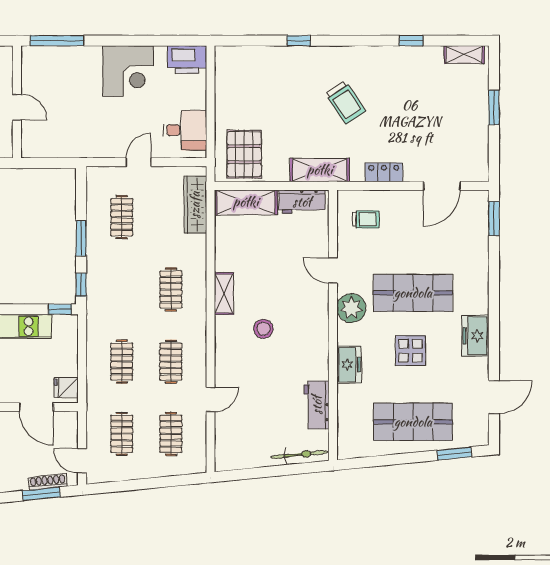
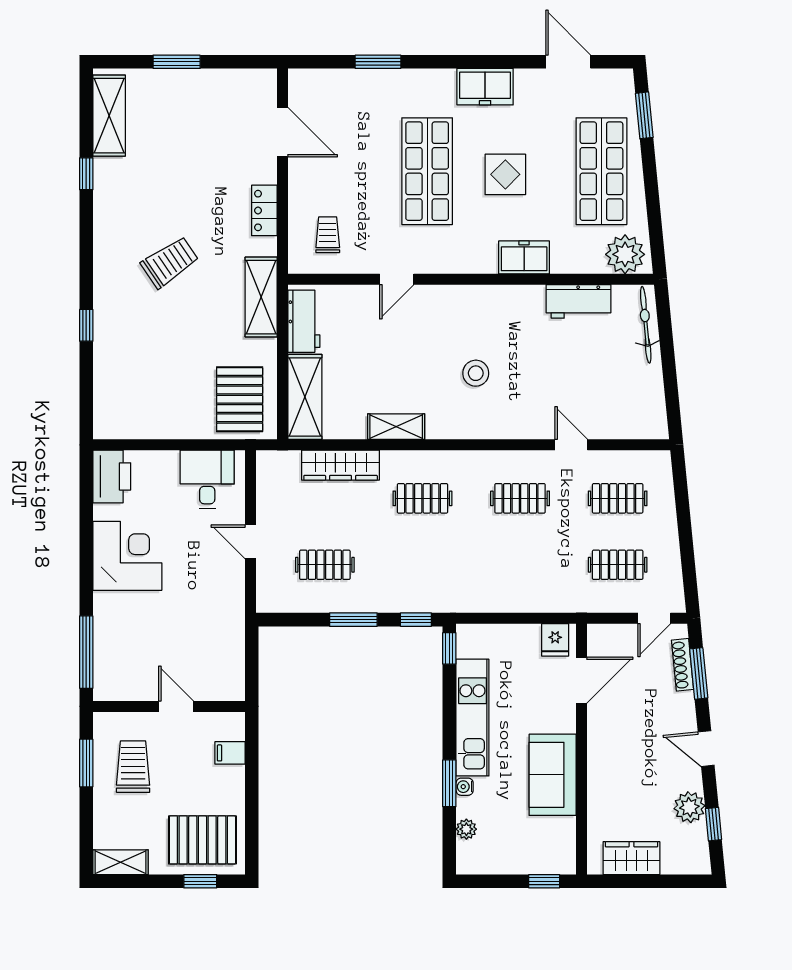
shelving: (464, 55) -> (109, 116), width x1.50, depth x1.33
door: (17, 107) -> (176, 706), hinge flipped
pallet: (244, 154) -> (240, 399), turned 90
wardrobe: (195, 205) -> (341, 465), moved
window: (494, 219) -> (378, 62), moved
shelving: (224, 294) -> (396, 427), moved
plant: (351, 308) -> (625, 254), moved
clothes rail: (122, 362) -> (520, 565), removed

